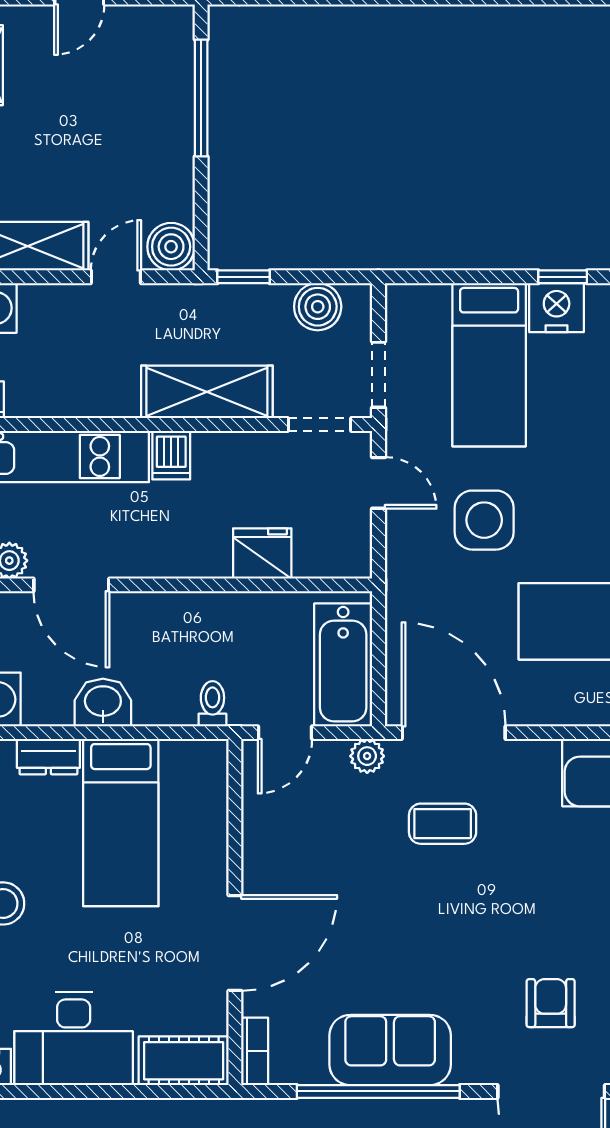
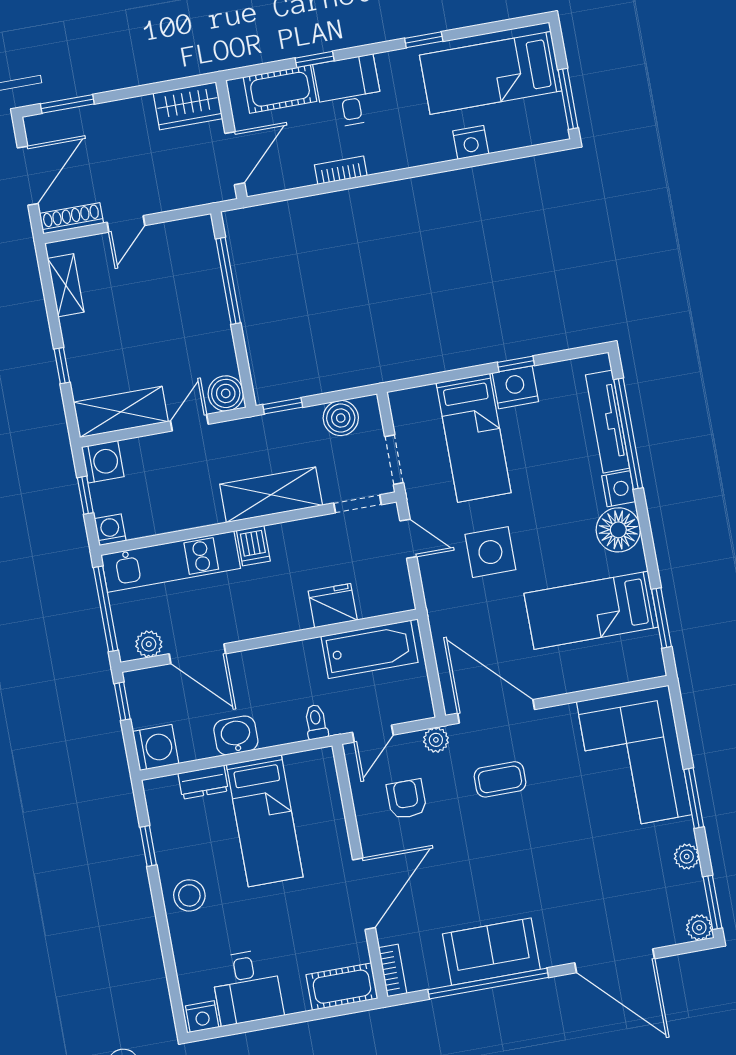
bathtub: (343, 665) -> (369, 649), moved, turned -90
armchair: (551, 1003) -> (407, 799), moved
desk: (74, 1039) -> (247, 987), width x0.73

